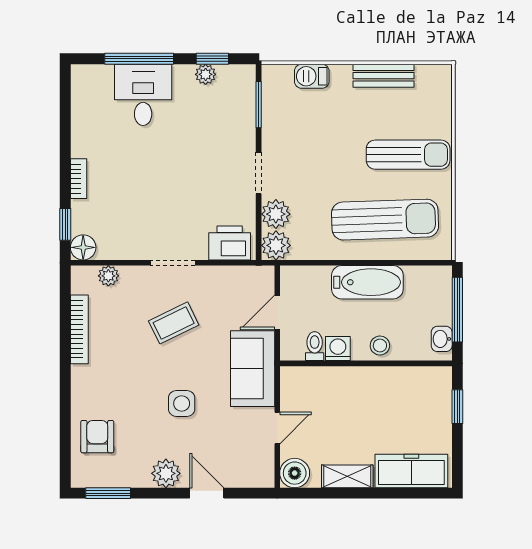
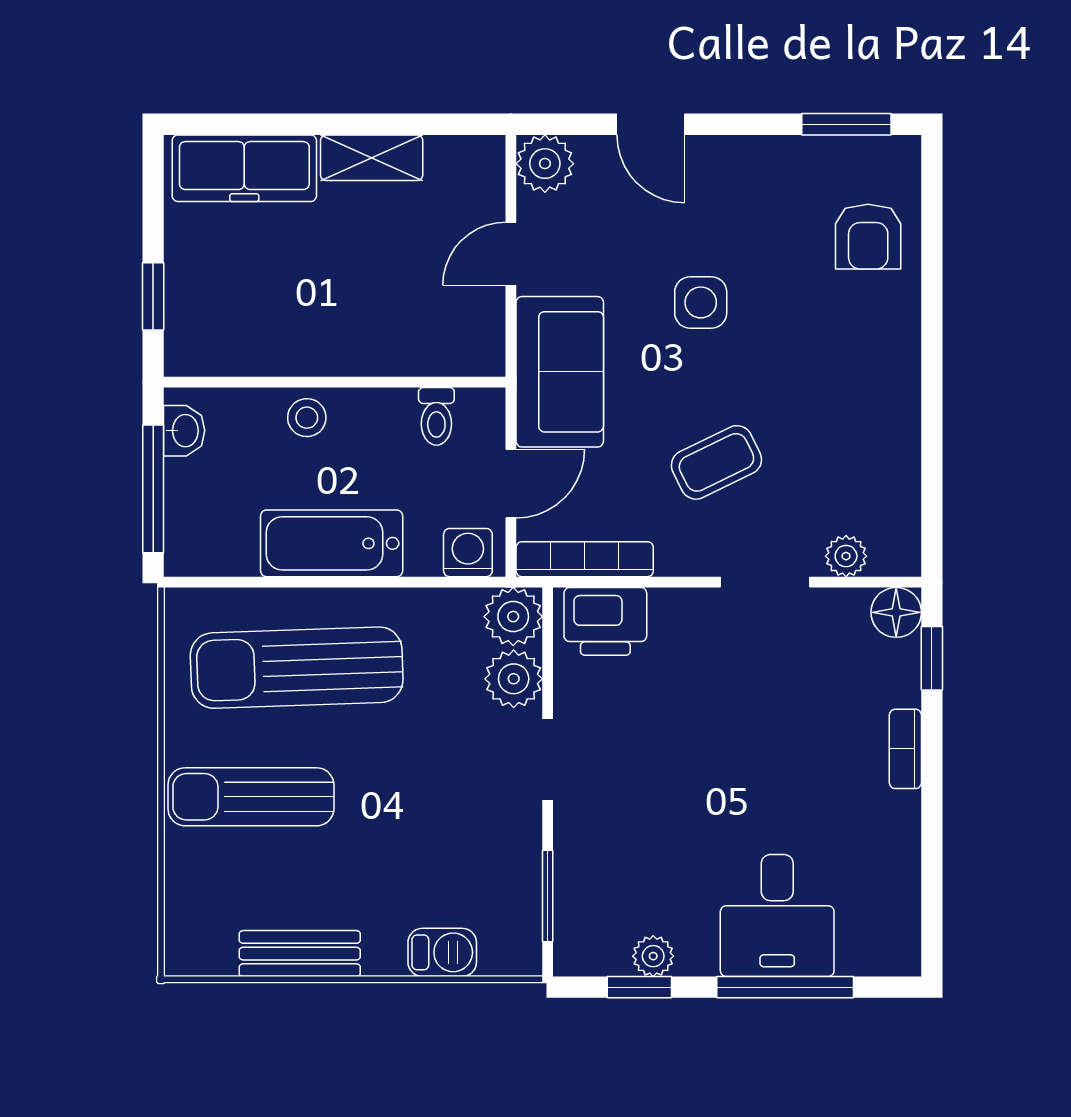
doorway: (173, 263) -> (765, 582), moved
bookcase: (79, 329) -> (585, 559), moved, turned 90
washing machine: (338, 349) -> (468, 553), moved, turned 180
plant: (166, 473) -> (545, 164), moved
boiler: (295, 473) -> (476, 164), removed

